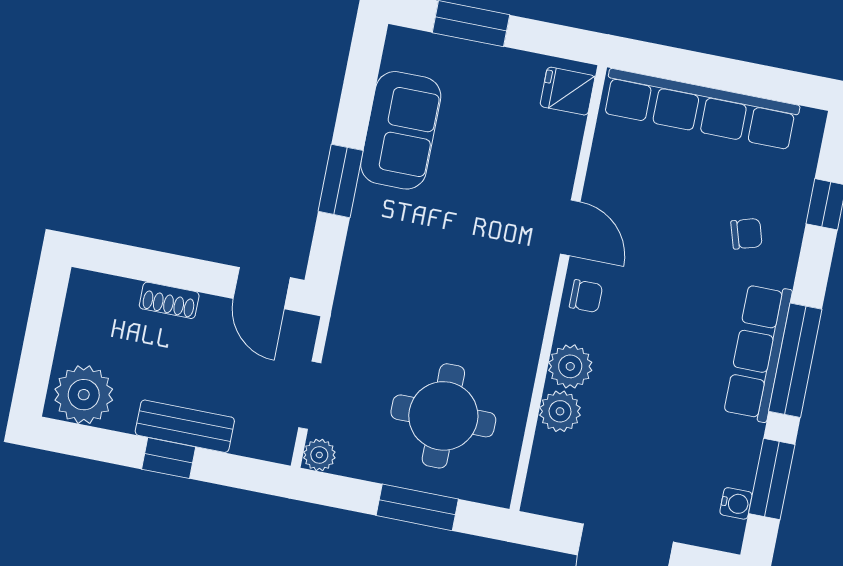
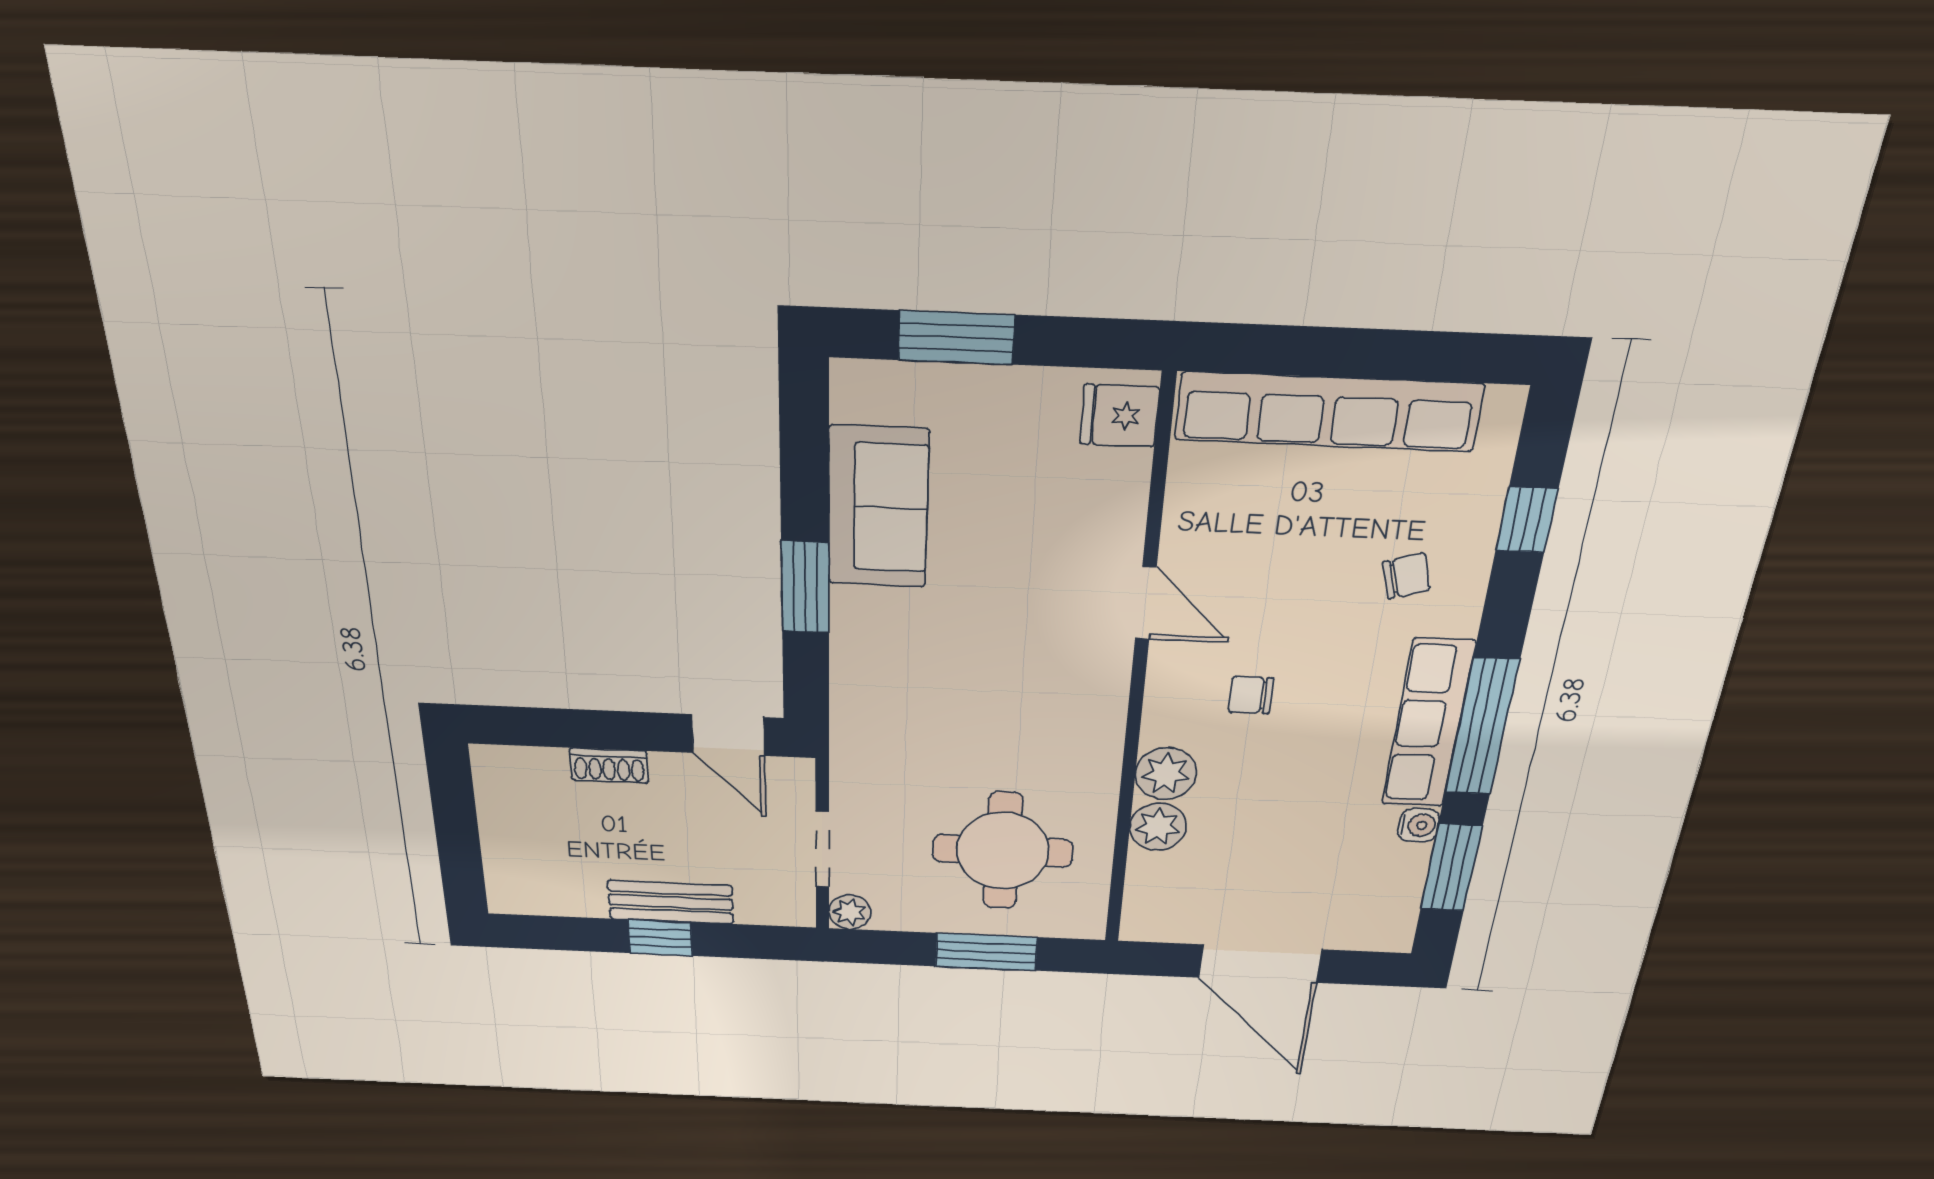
chair: (586, 296) -> (1251, 695), moved, turned 180
plant: (84, 395) -> (533, 884), removed
water cooler: (736, 503) -> (1419, 825), moved

